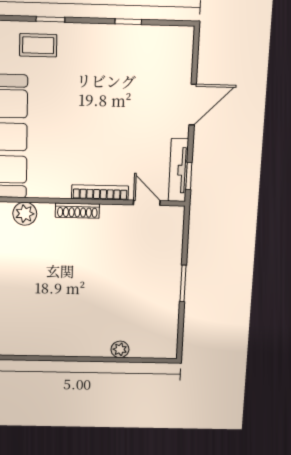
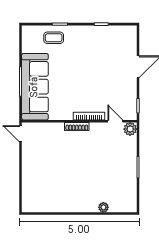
tv unit: (178, 170) -> (132, 103), removed
plant: (25, 214) -> (130, 129), moved

